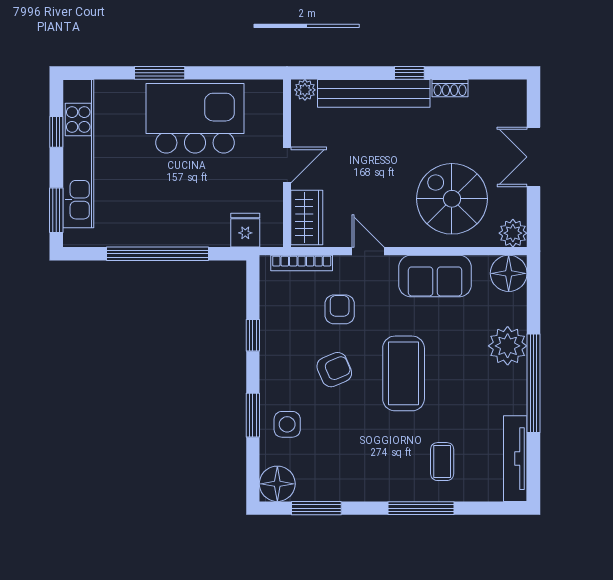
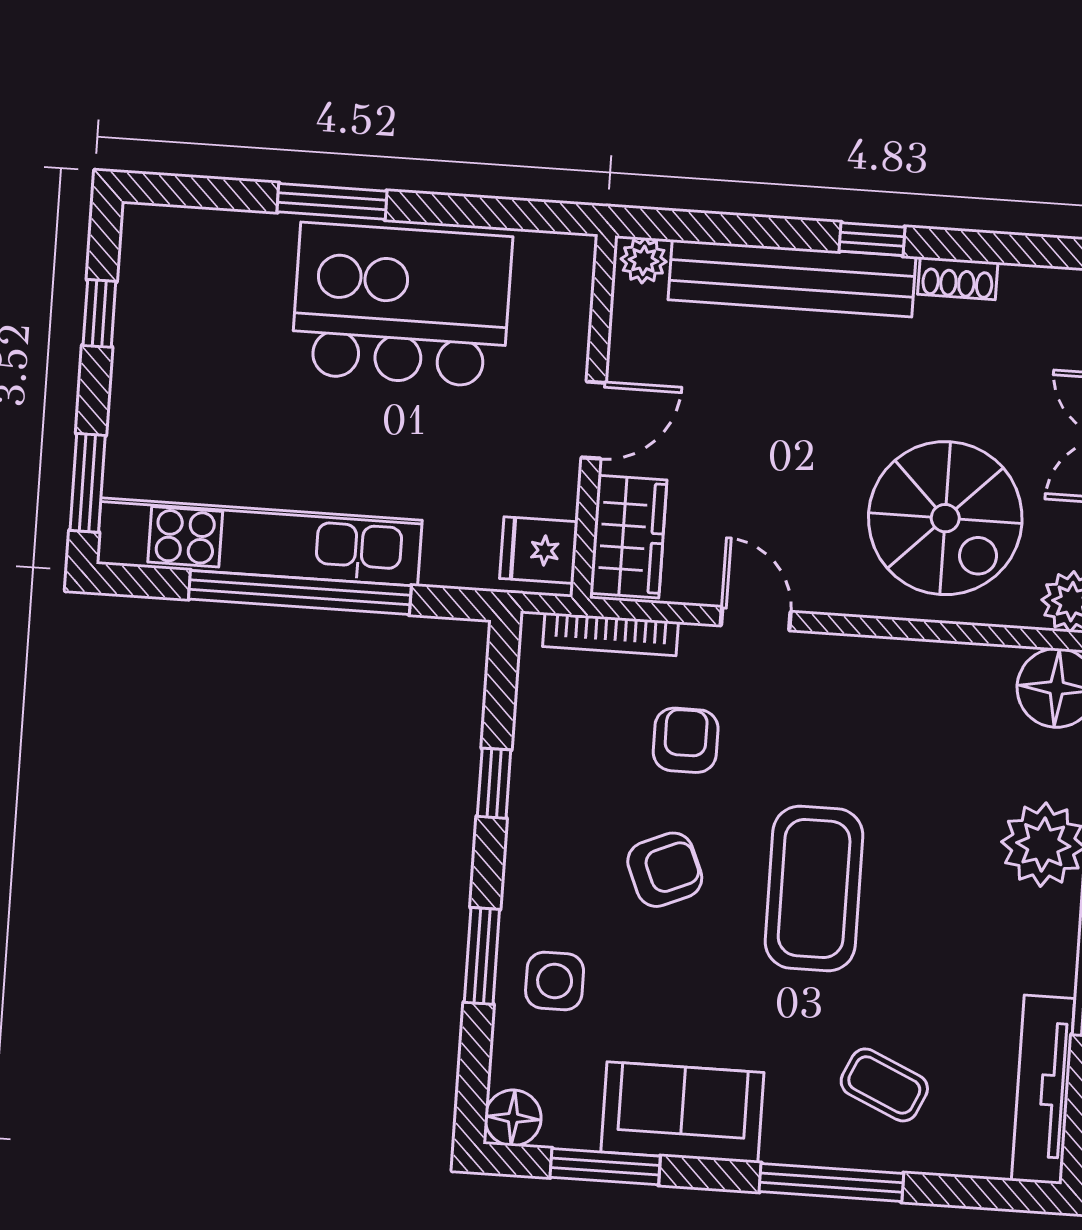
kitchen unit: (78, 154) -> (259, 542), moved, turned -90
spiral stairs: (452, 199) -> (945, 518), turned 180
fridge: (245, 230) -> (539, 550), moved, turned -90
sofa: (435, 276) -> (682, 1112), moved, turned 180
coffee table: (442, 462) -> (884, 1085), turned -66
floor lamp: (277, 484) -> (513, 1118), width x0.73, depth x0.73

